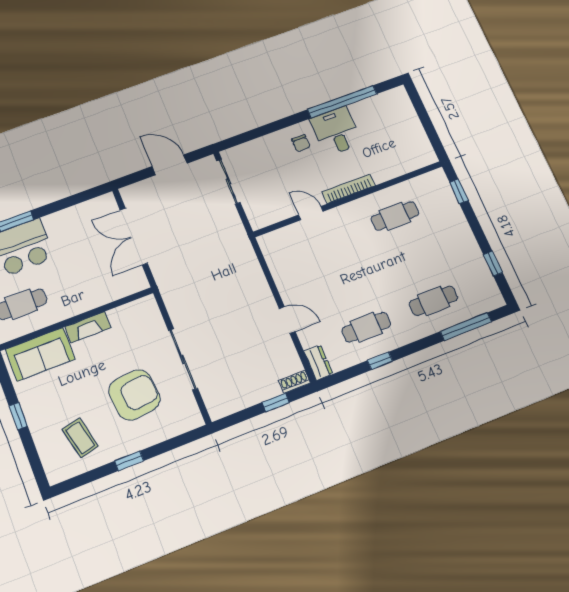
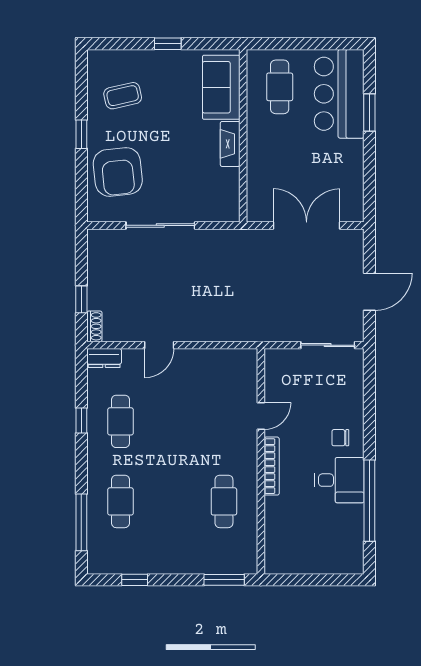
window: (459, 191) -> (224, 580), width x1.50
armchair: (134, 395) -> (118, 172), moved

